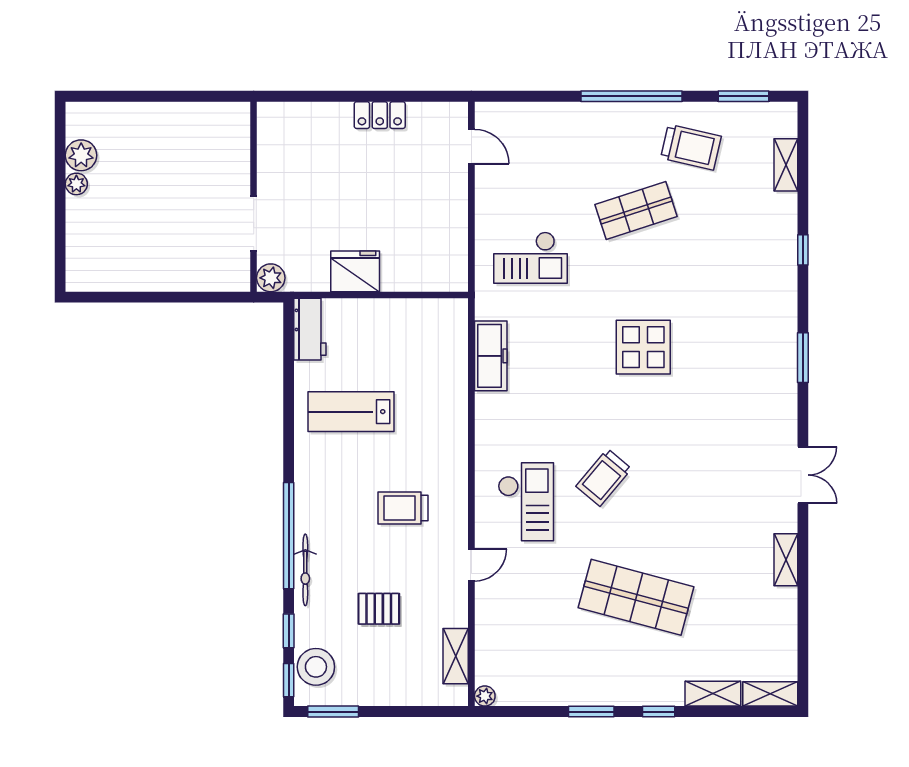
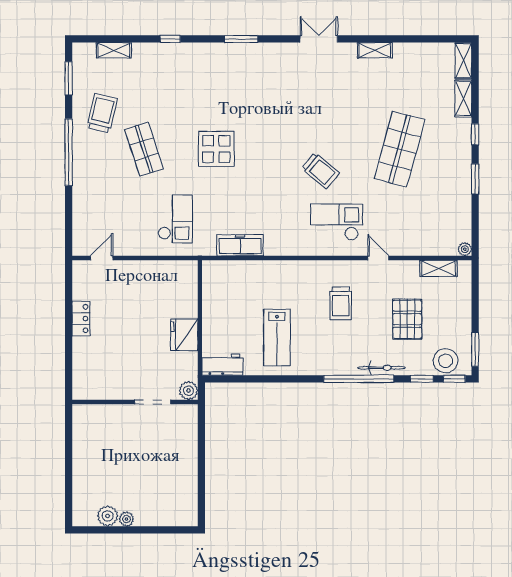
display table: (643, 347) -> (216, 149), moved
pallet: (379, 609) -> (407, 319), width x1.50, depth x1.42

